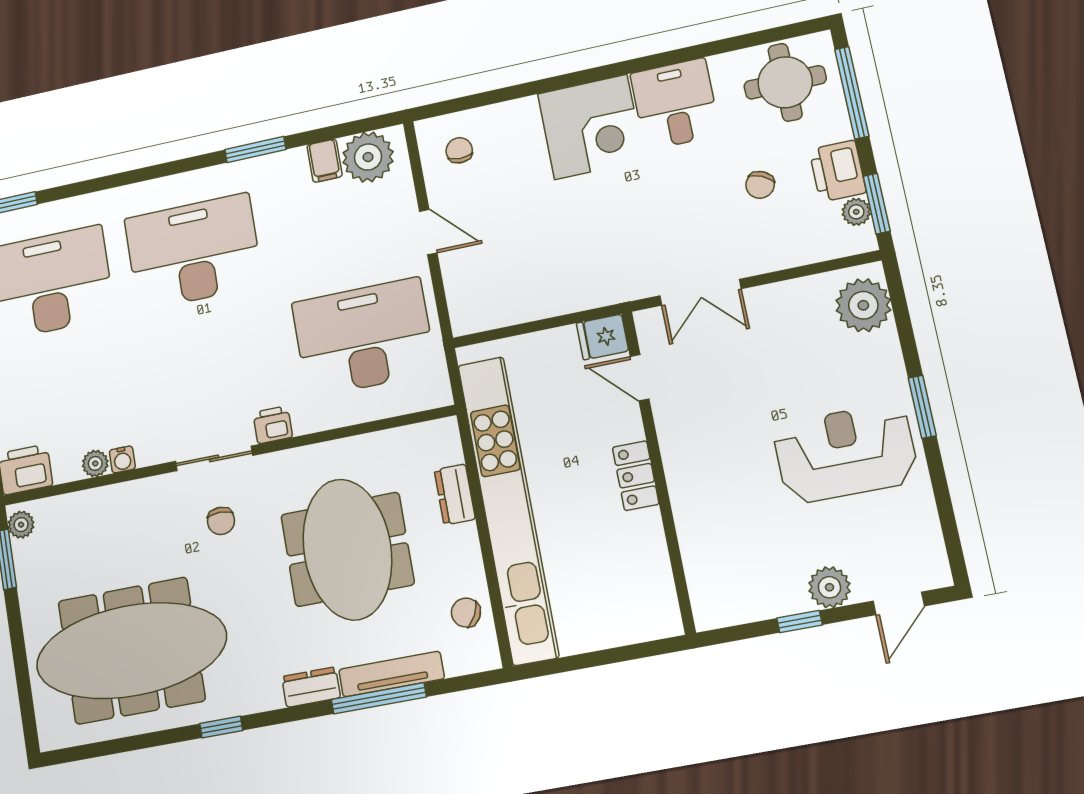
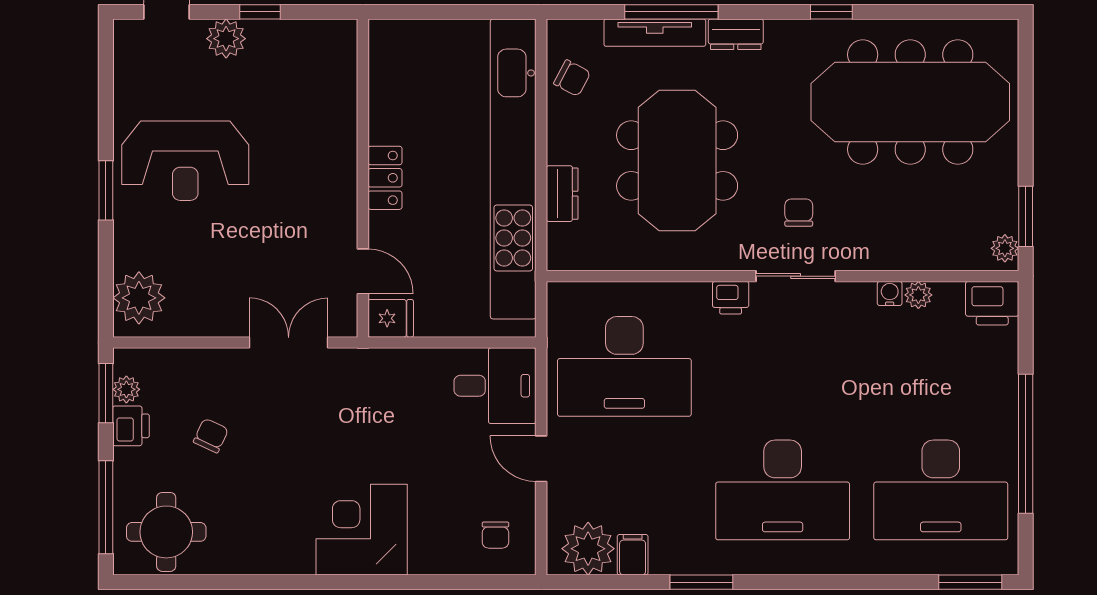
desk: (675, 104) -> (495, 386), moved, turned -90
printer: (838, 171) -> (131, 426), width x0.73, depth x0.81

